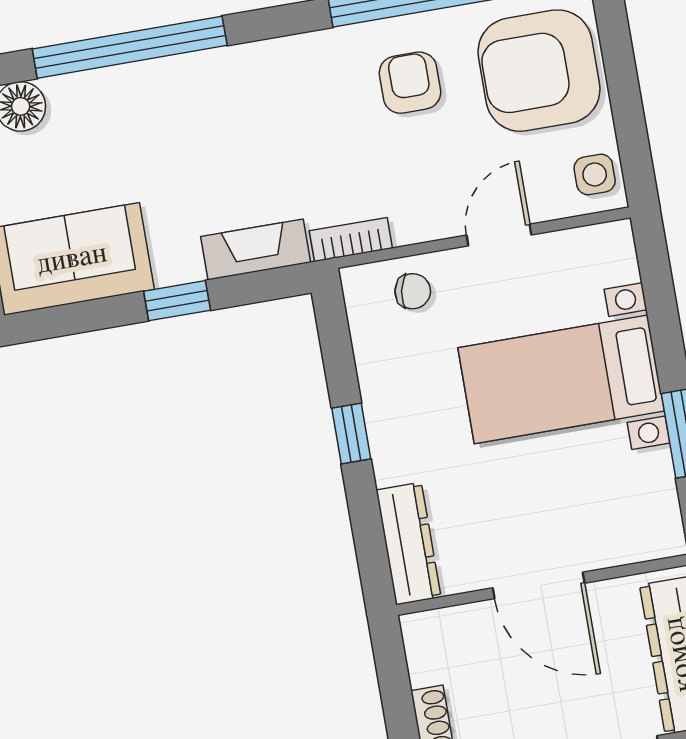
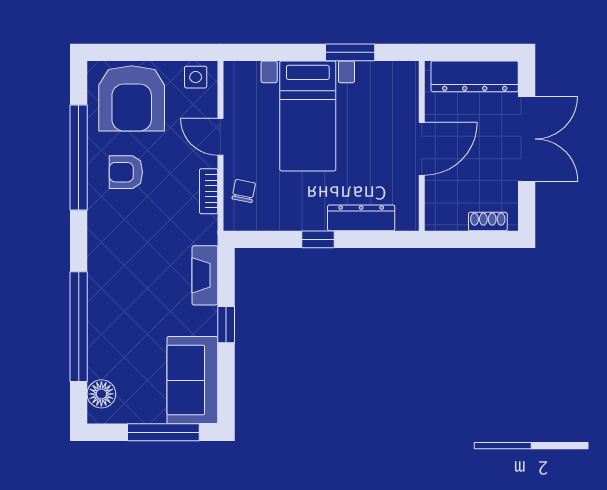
bookcase: (351, 240) -> (209, 191), moved
dresser: (409, 544) -> (361, 218), moved

